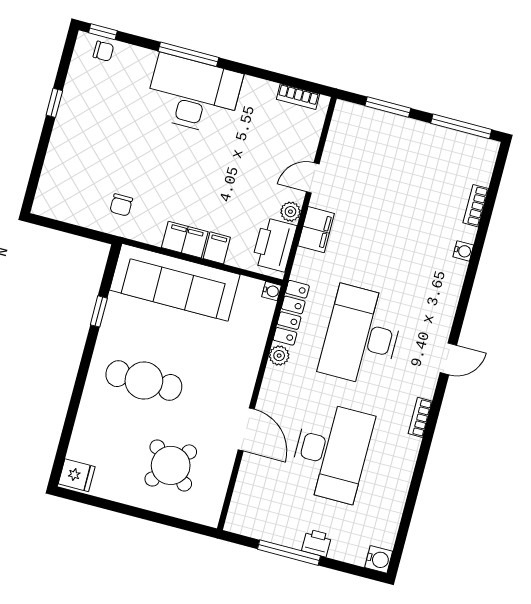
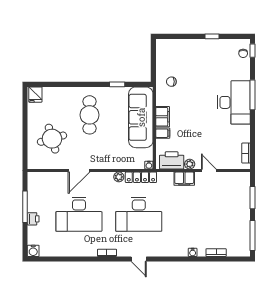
desk: (362, 336) -> (139, 214), turned 180
round table: (171, 465) -> (52, 139), turned 35

